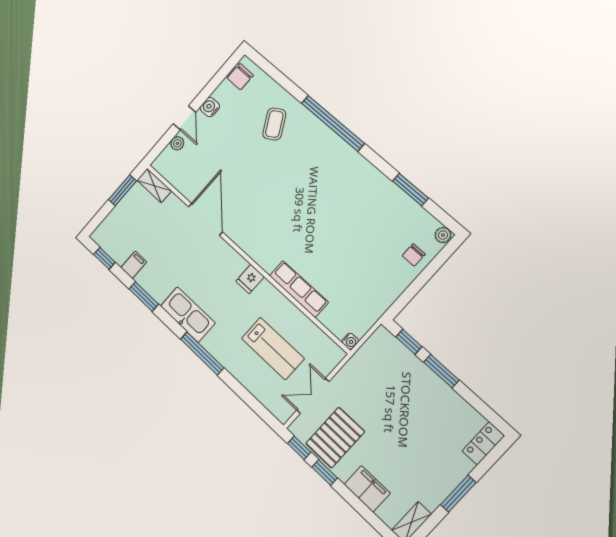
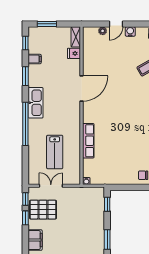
window: (122, 190) -> (47, 24), moved
door: (205, 219) -> (82, 89), moved
fridge: (250, 279) -> (74, 53), moved
window: (202, 353) -> (25, 124), width x1.46
window: (441, 371) -> (107, 239), moved

